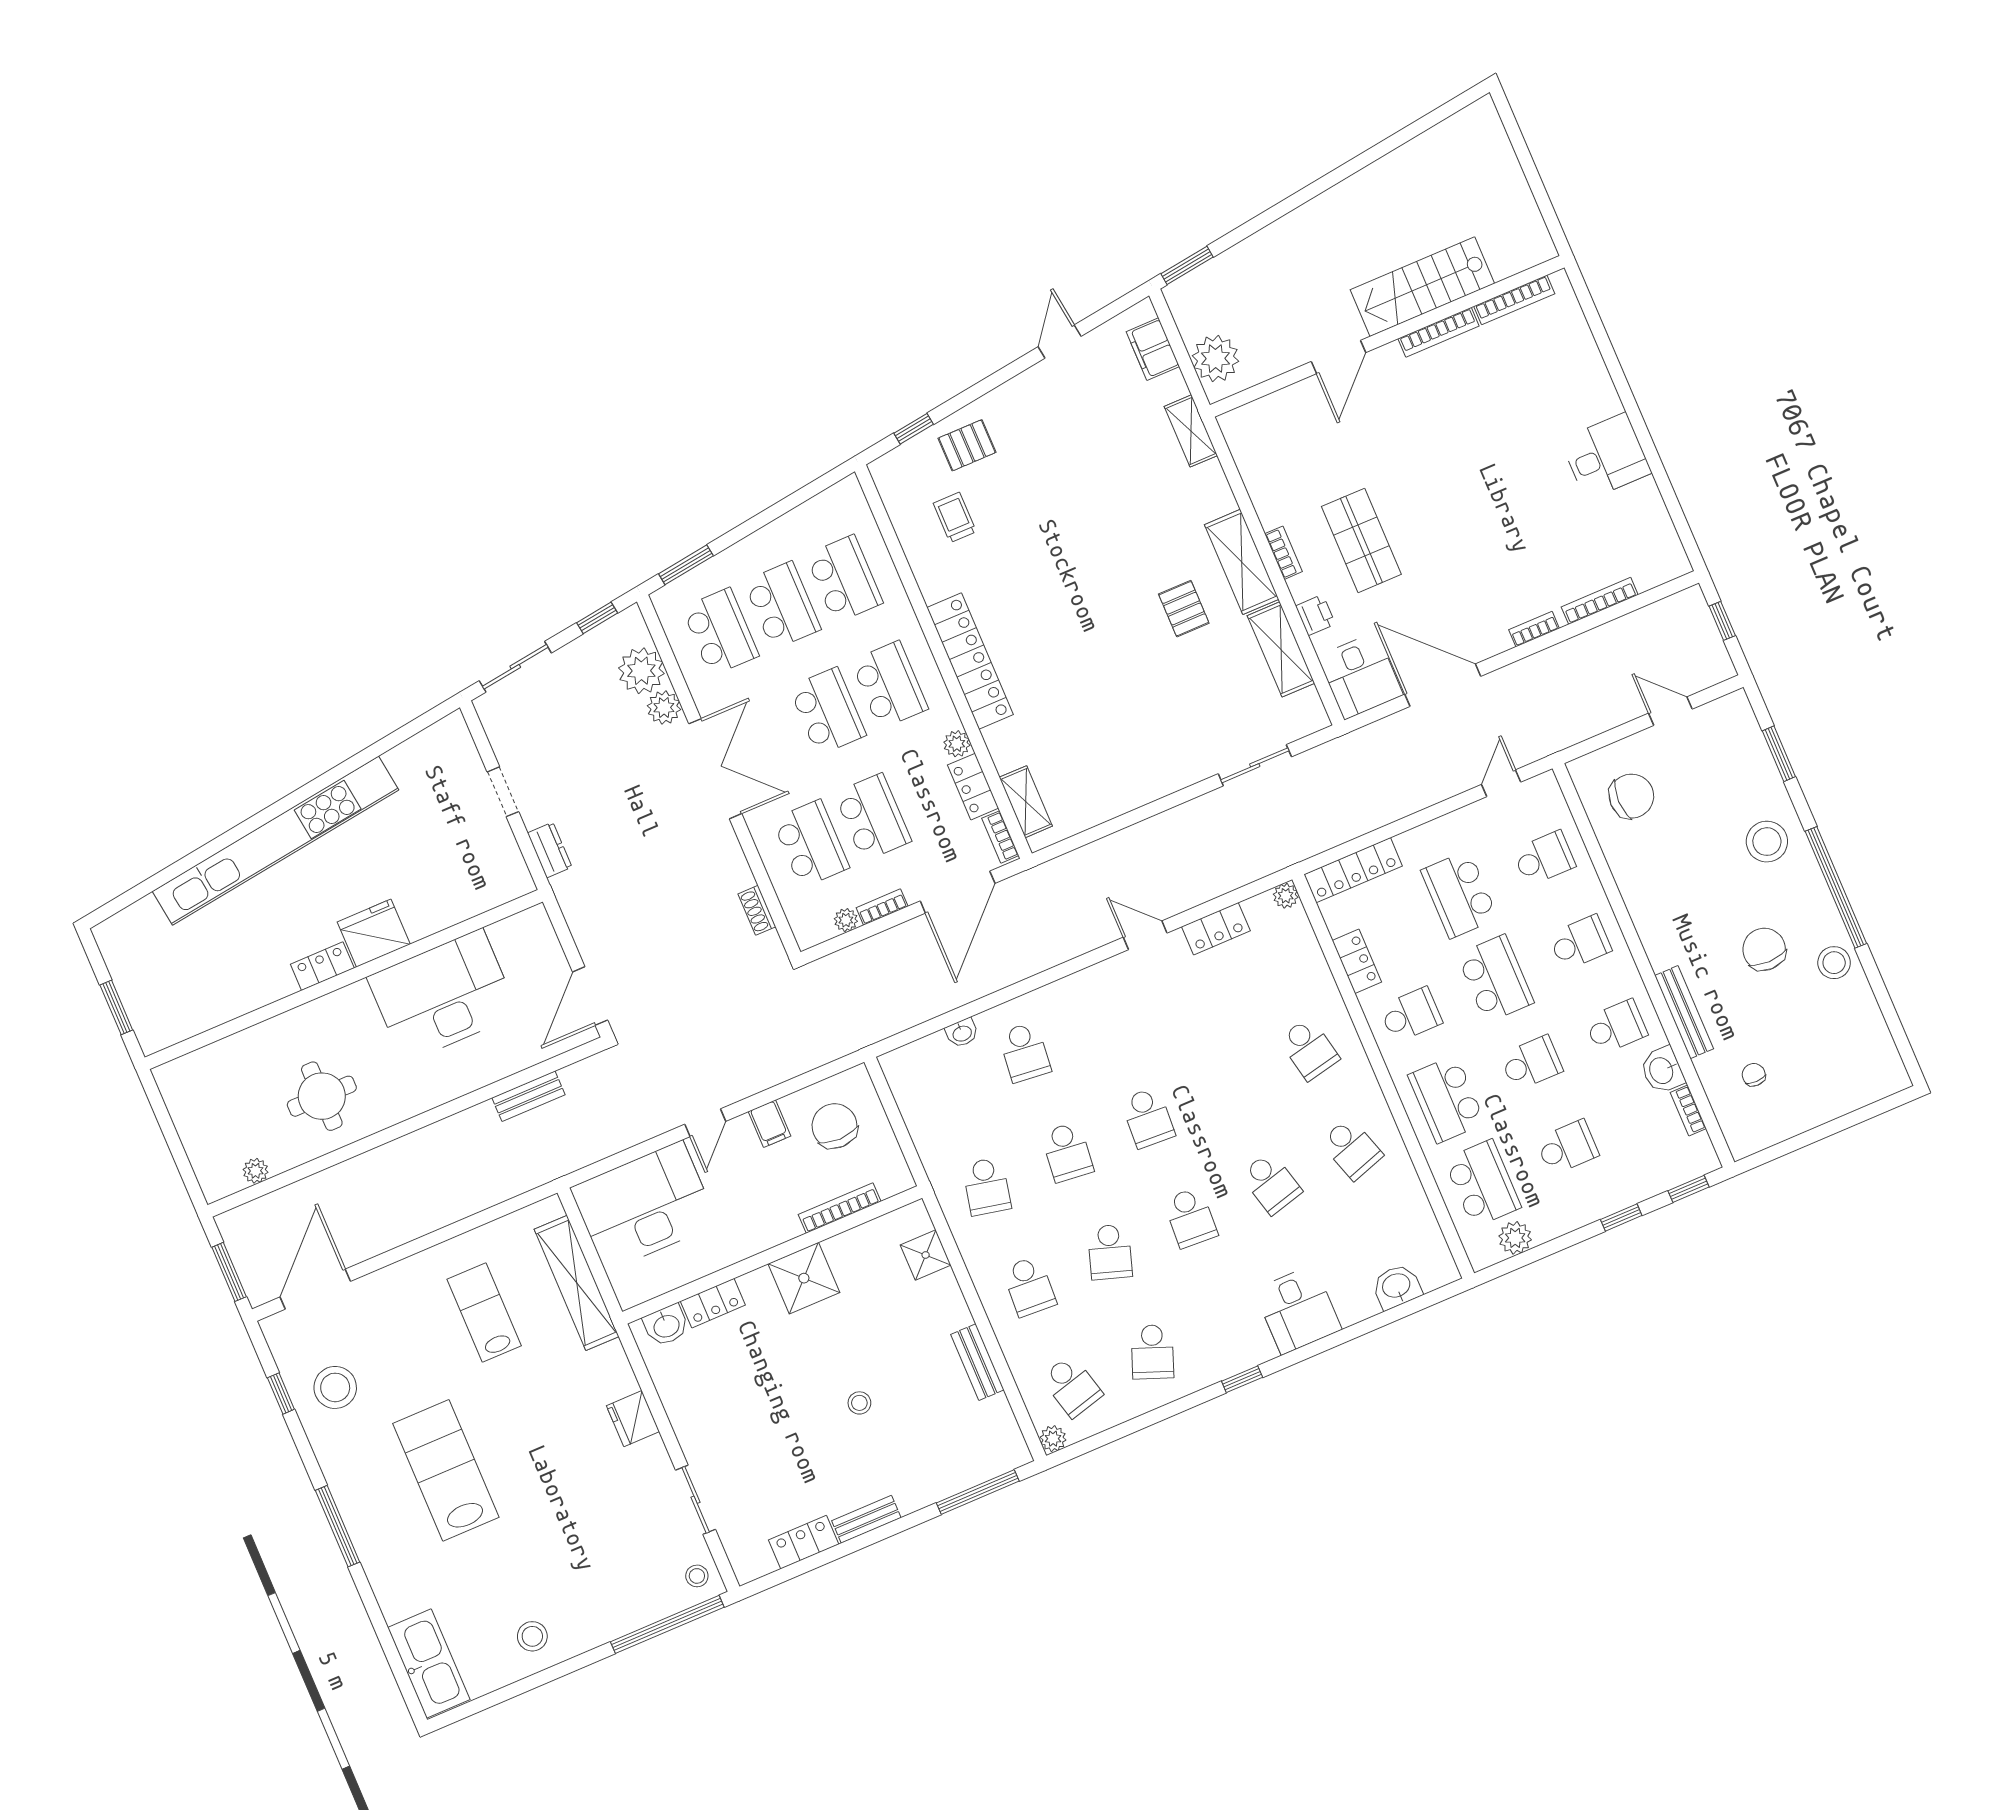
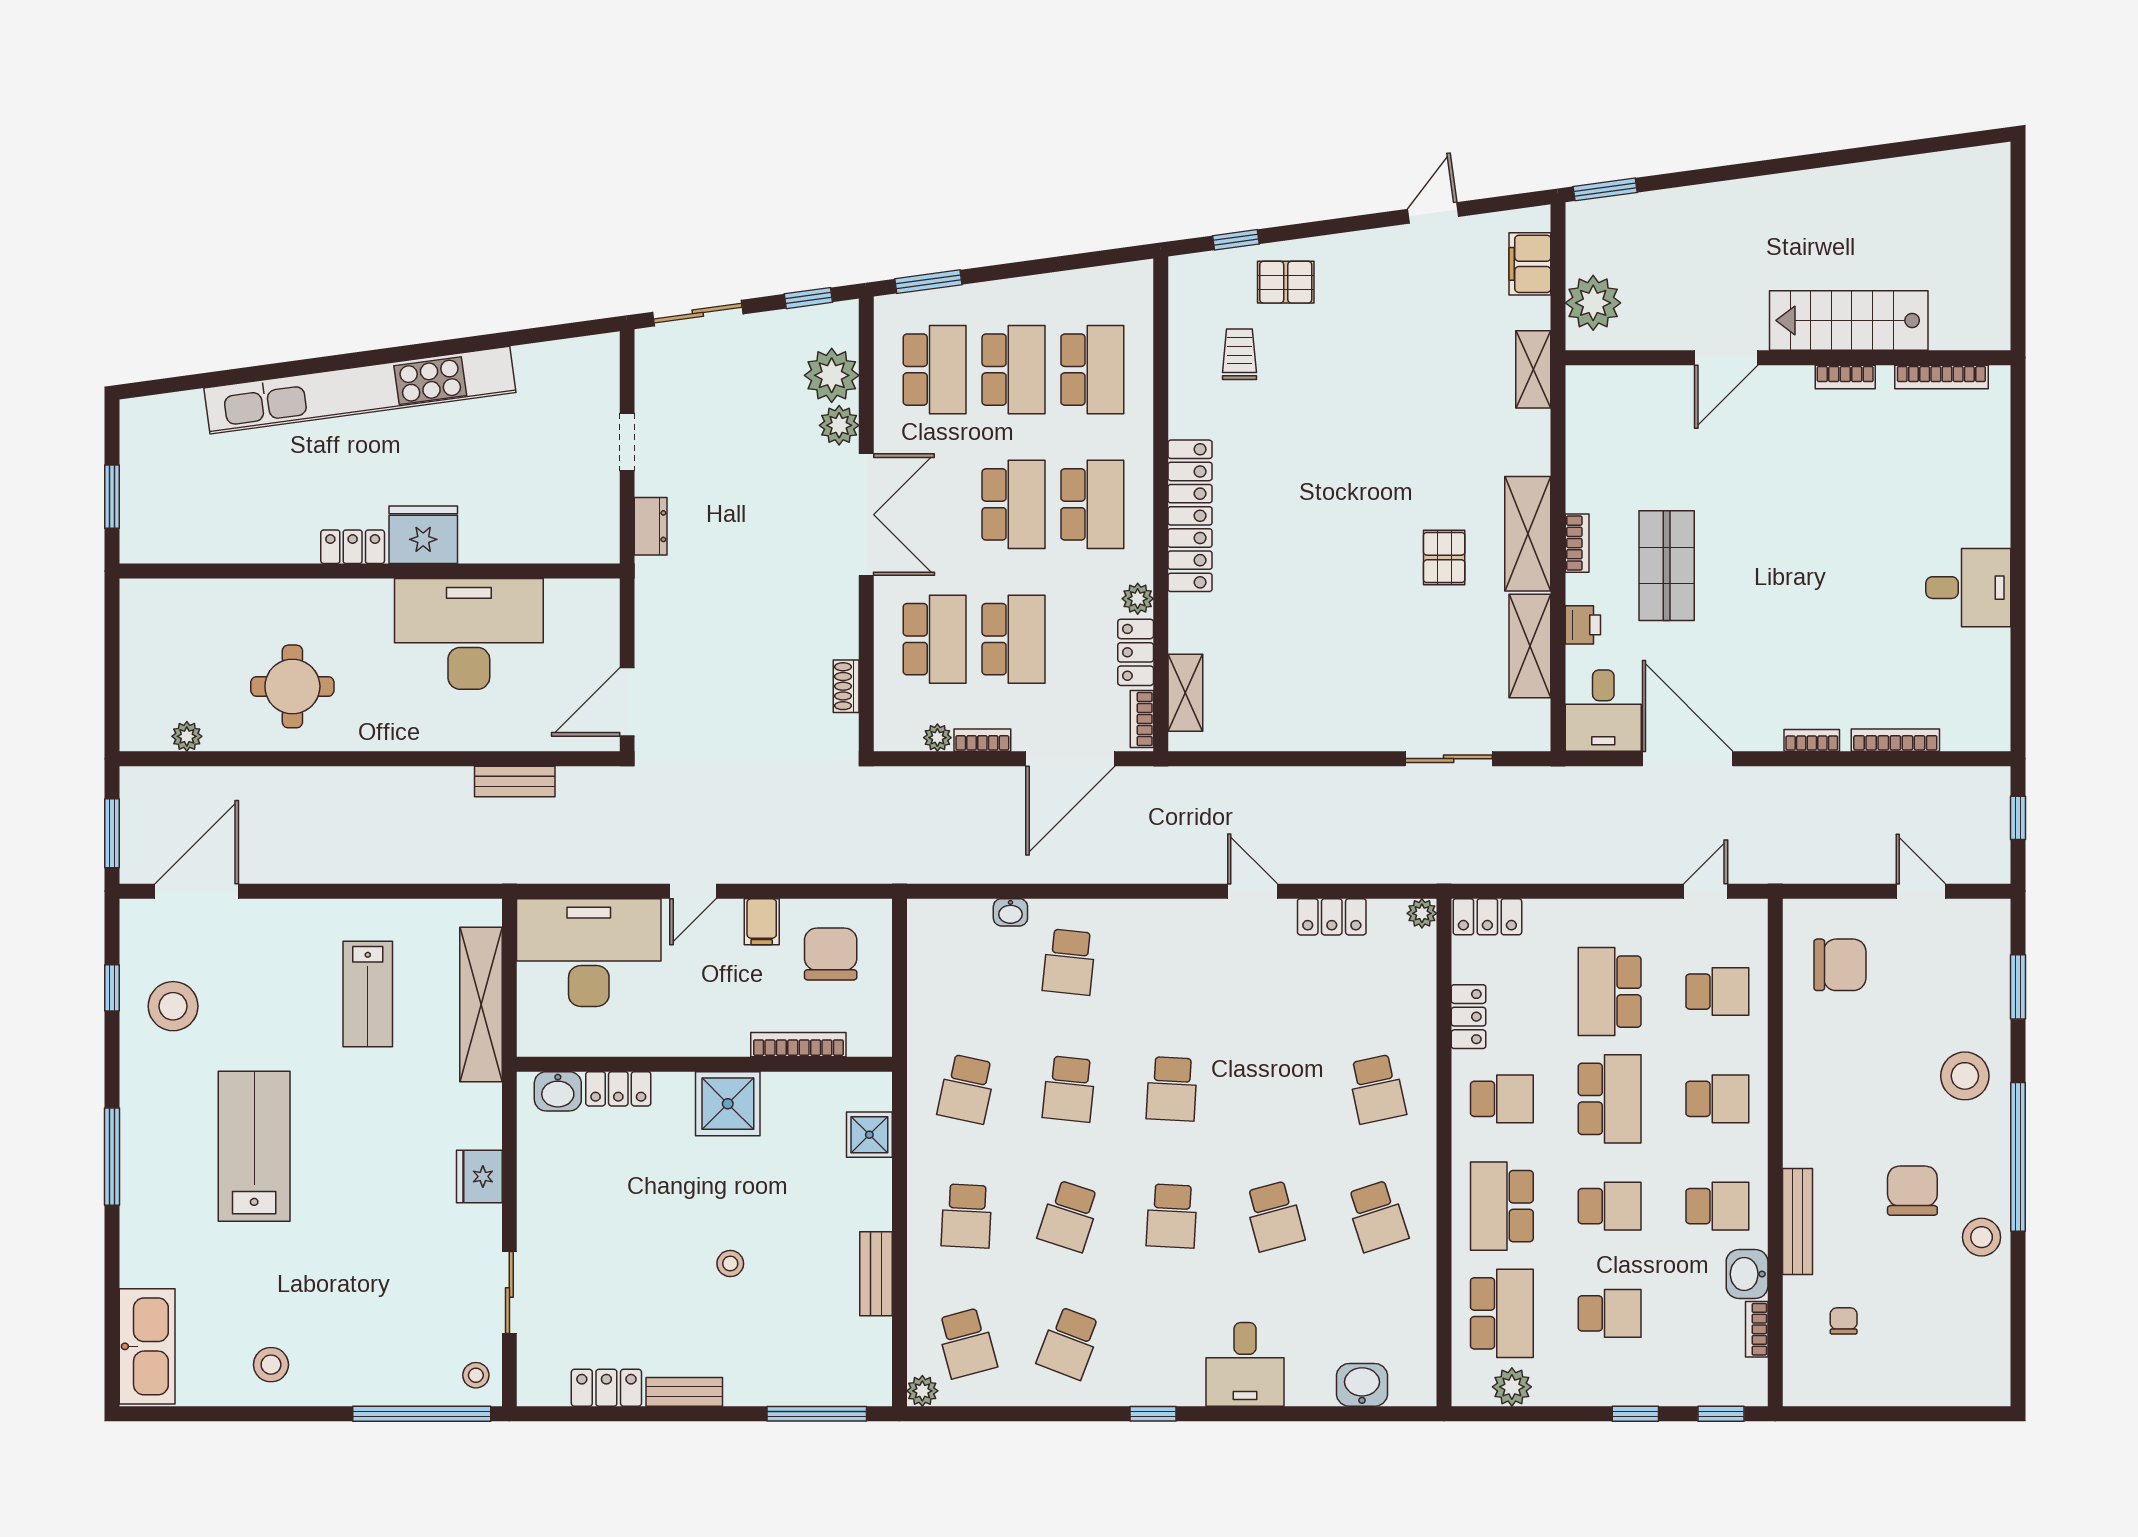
bookcase: (1439, 332) -> (1845, 377), width x0.64
locker: (1353, 870) -> (1487, 917), width x0.66
lab bench: (484, 1313) -> (368, 994), turned 180

